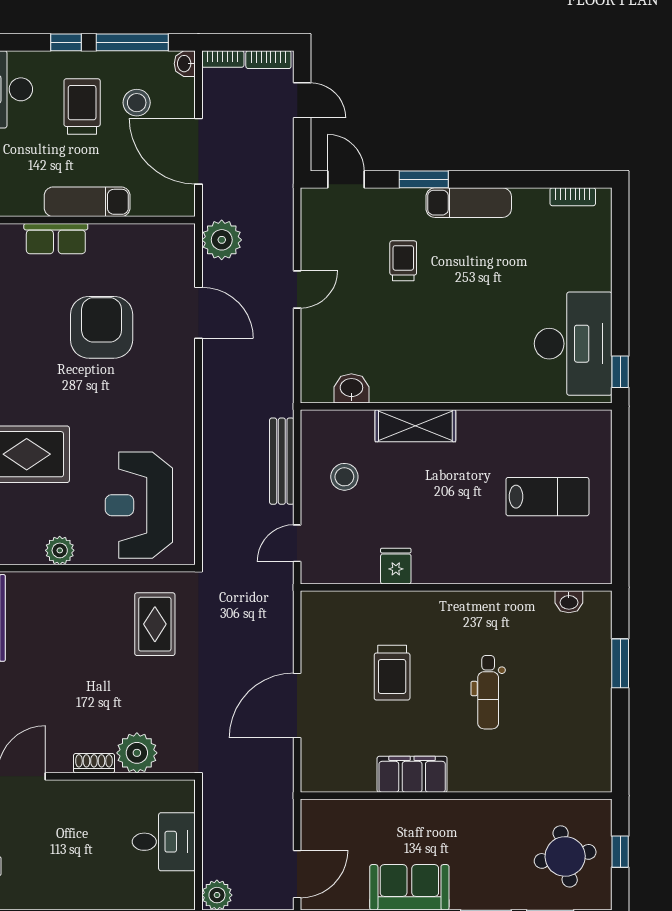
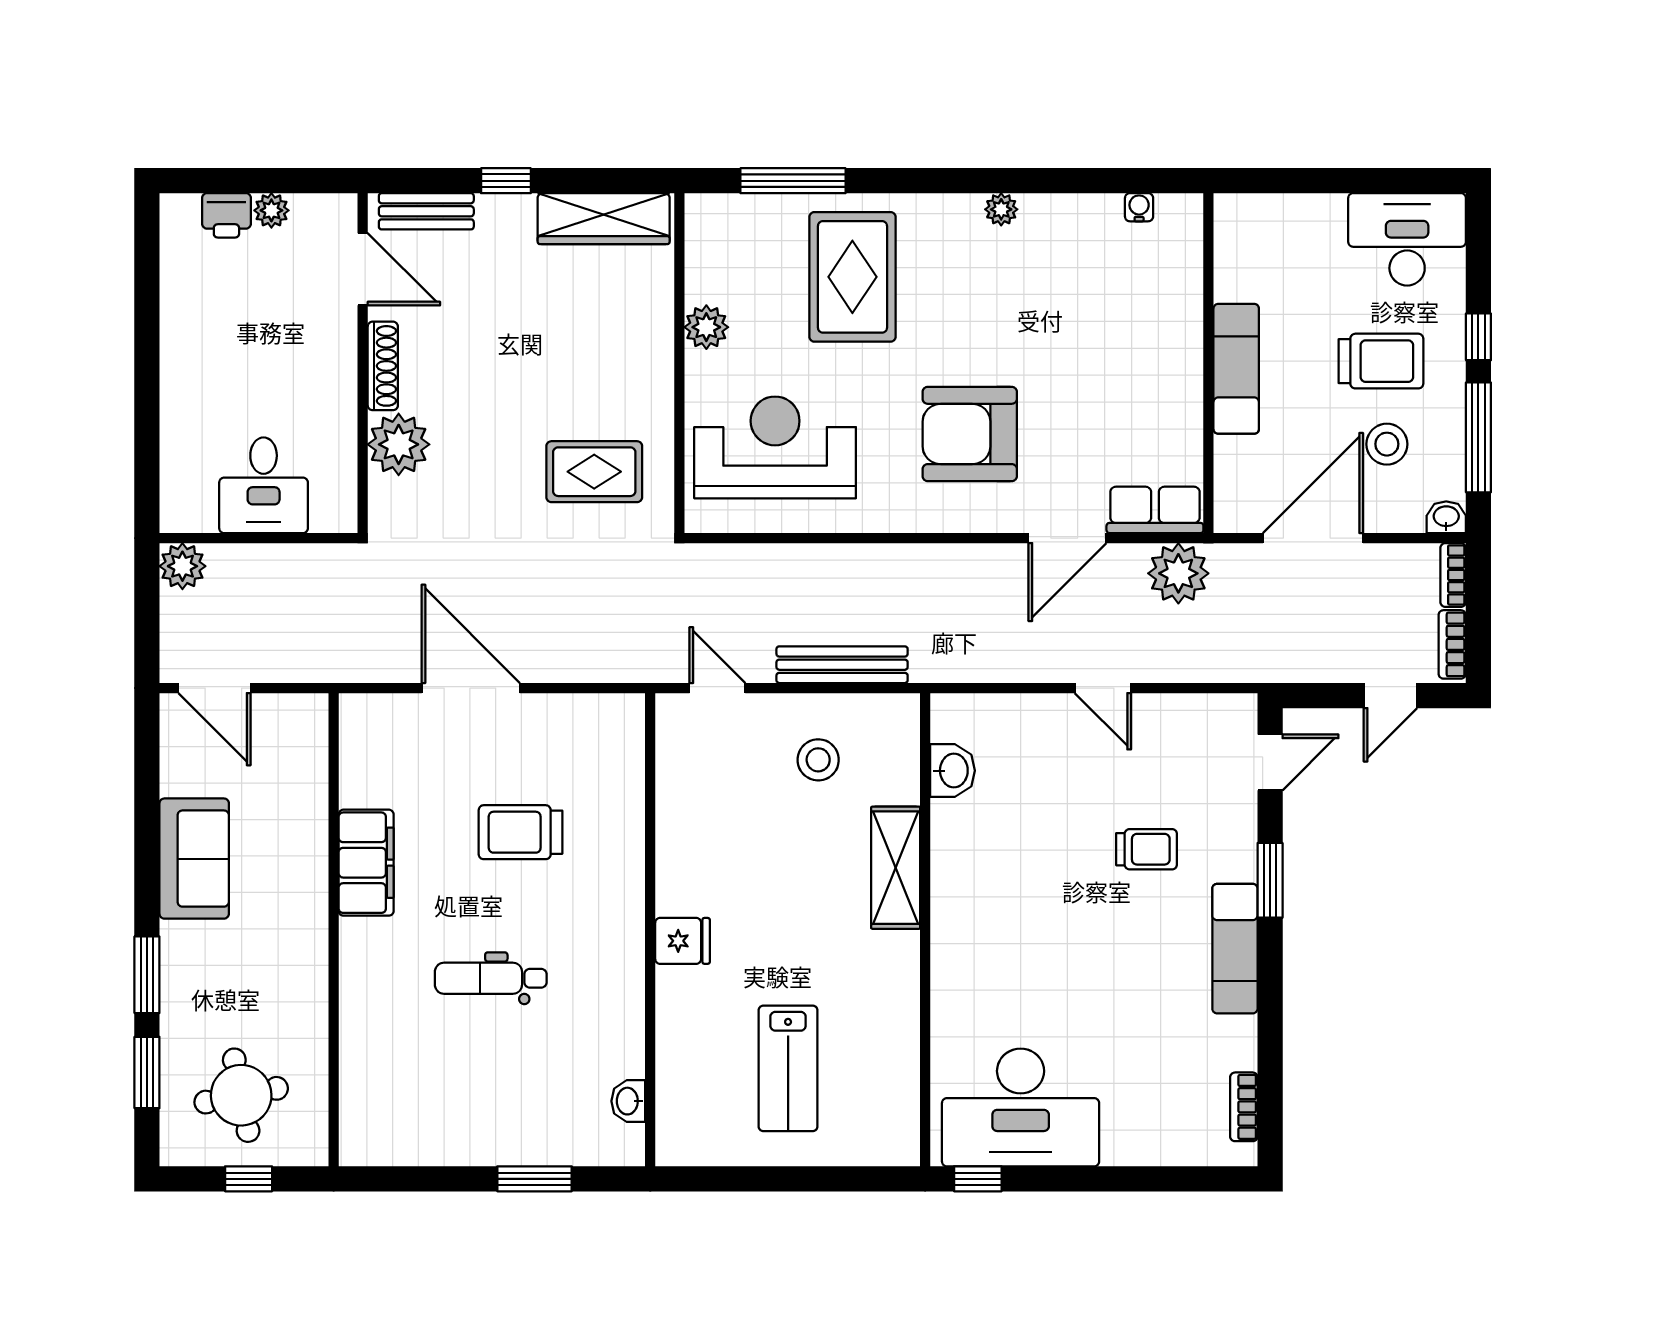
row of seats: (56, 239) -> (1155, 510), moved, turned 90
armchair: (102, 327) -> (970, 434), moved, turned 180
fridge: (396, 566) -> (683, 941), moved
shoe rack: (94, 763) -> (383, 366), width x1.43

